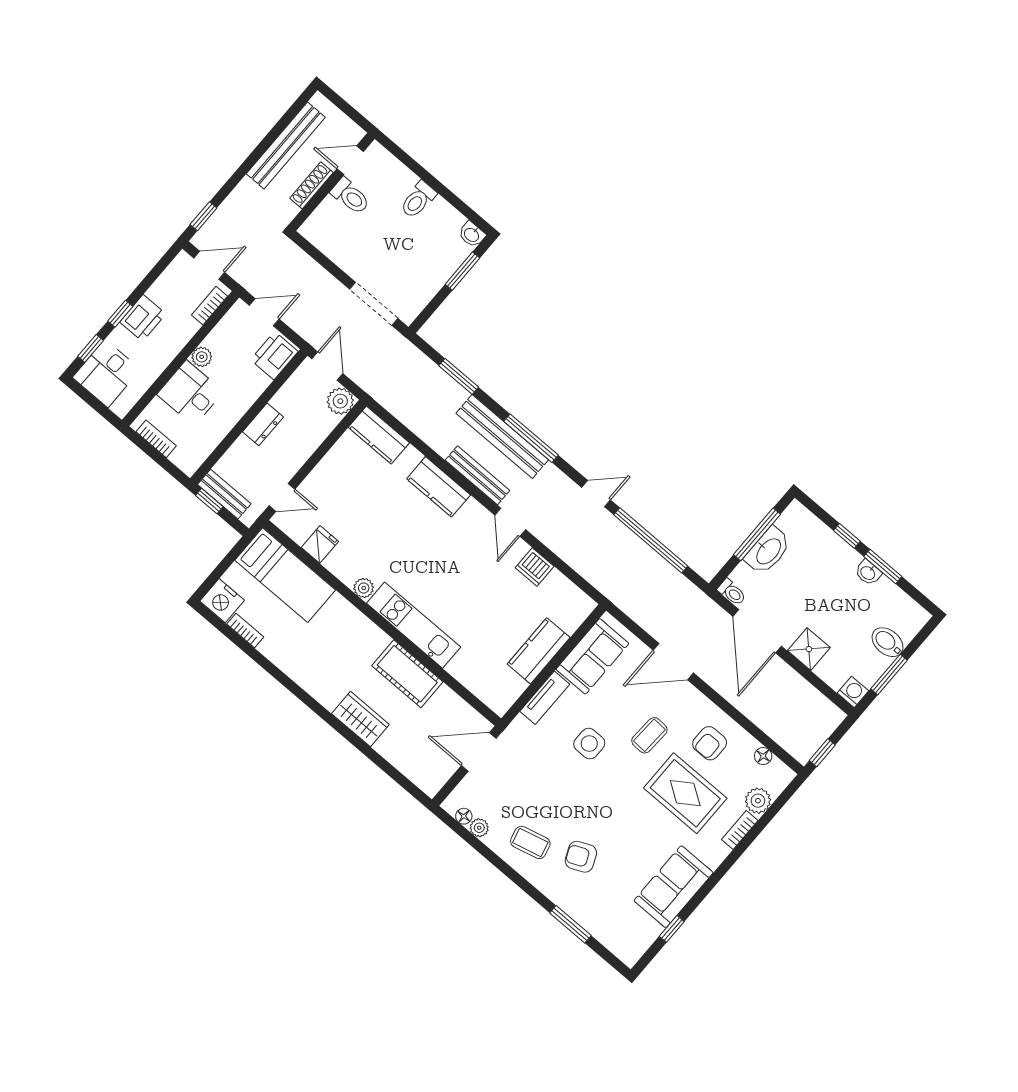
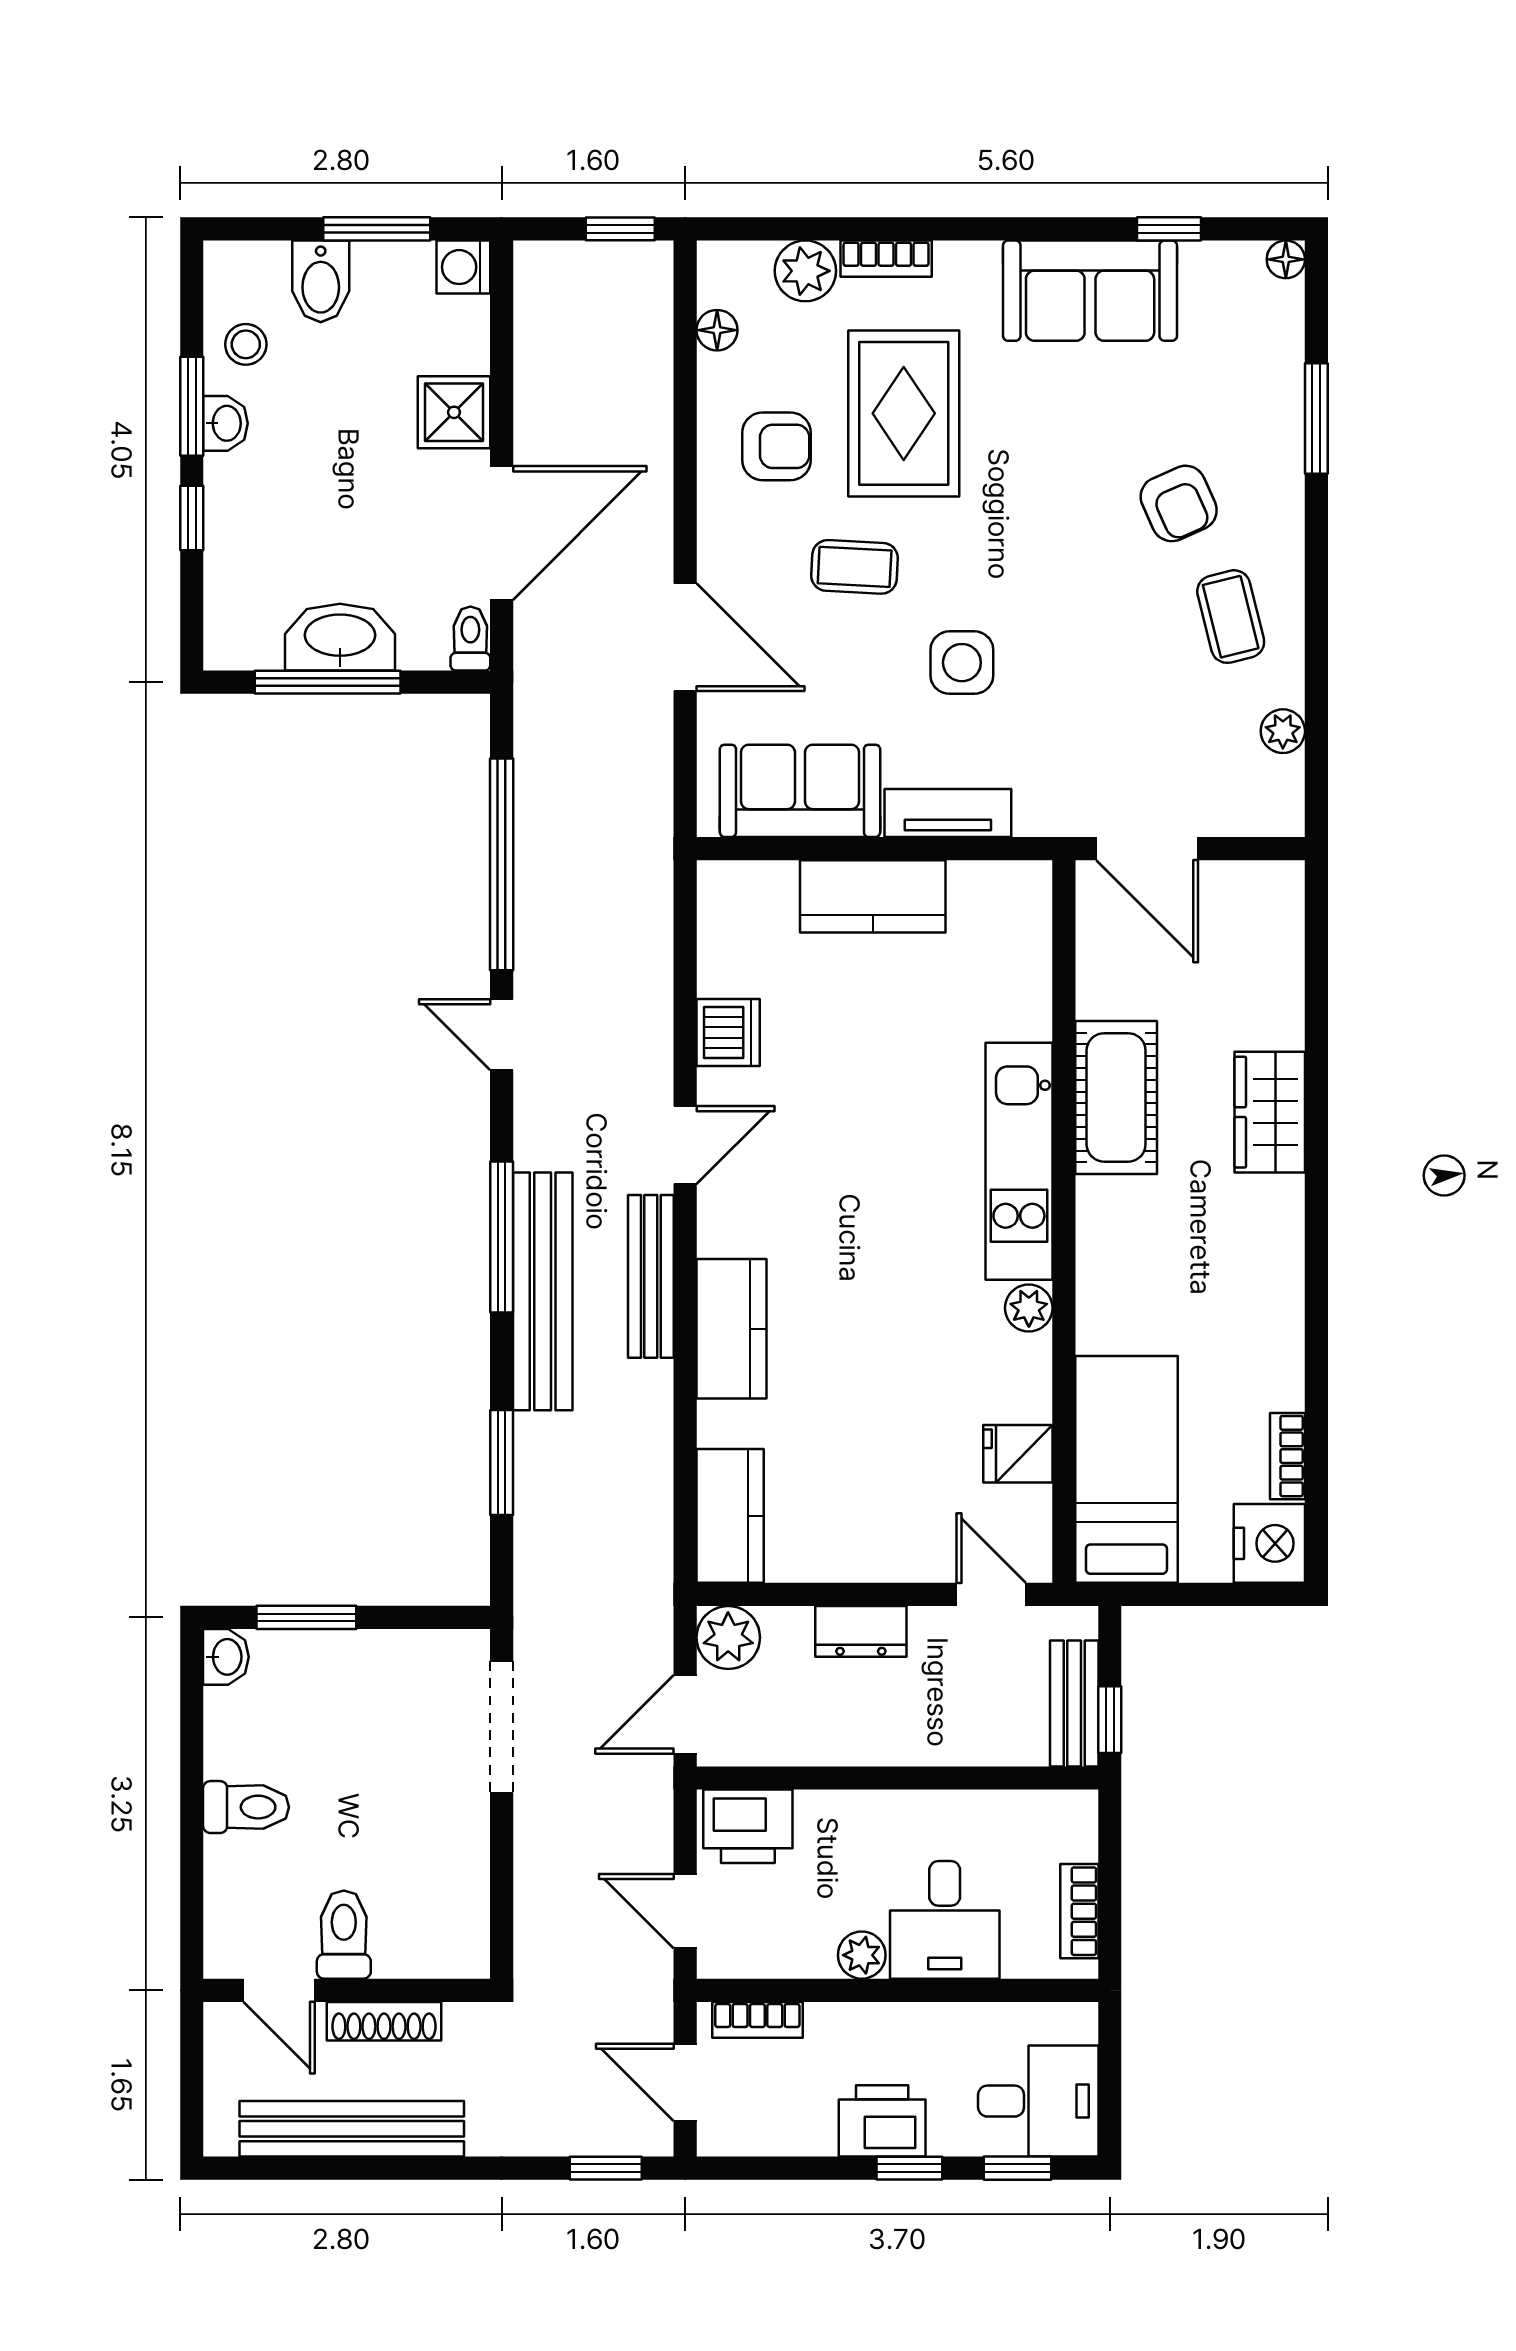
dresser: (263, 424) -> (861, 1631), moved, turned 180
stool: (888, 601) -> (246, 344), added
floor lamp: (464, 816) -> (1286, 259), moved

